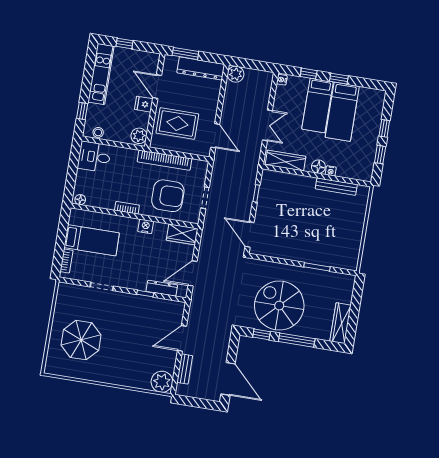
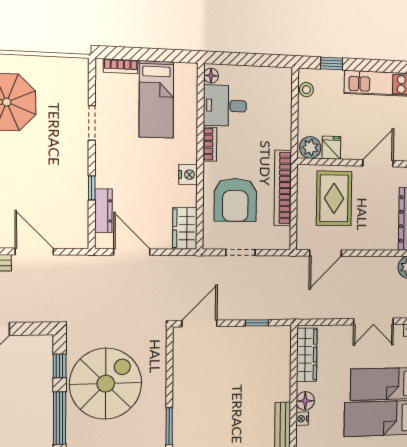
fridge: (144, 104) -> (331, 148), moved
double door: (267, 125) -> (374, 321), moved
desk: (94, 157) -> (225, 106), moved, turned -90

